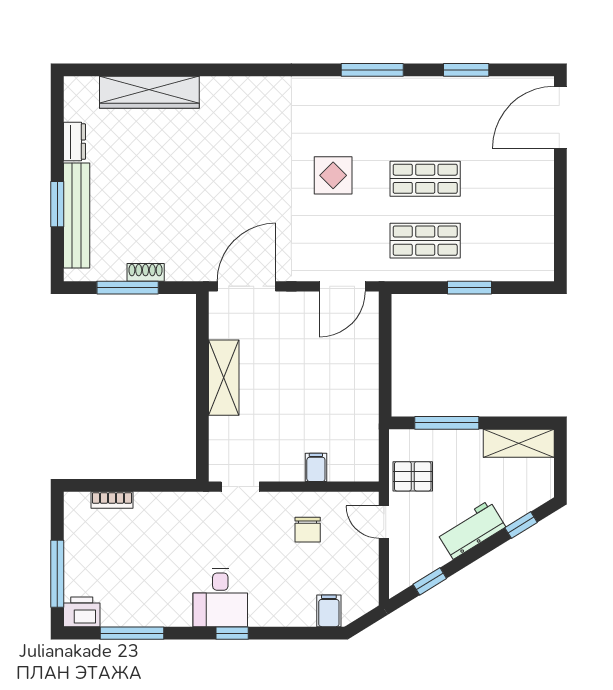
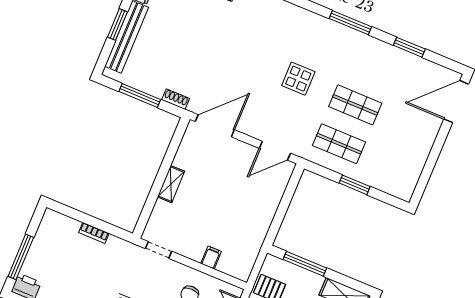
shoe rack: (146, 272) -> (176, 99), moved
shelving: (224, 378) -> (171, 184), width x0.67, depth x0.75
bookcase: (112, 500) -> (94, 233), moved

